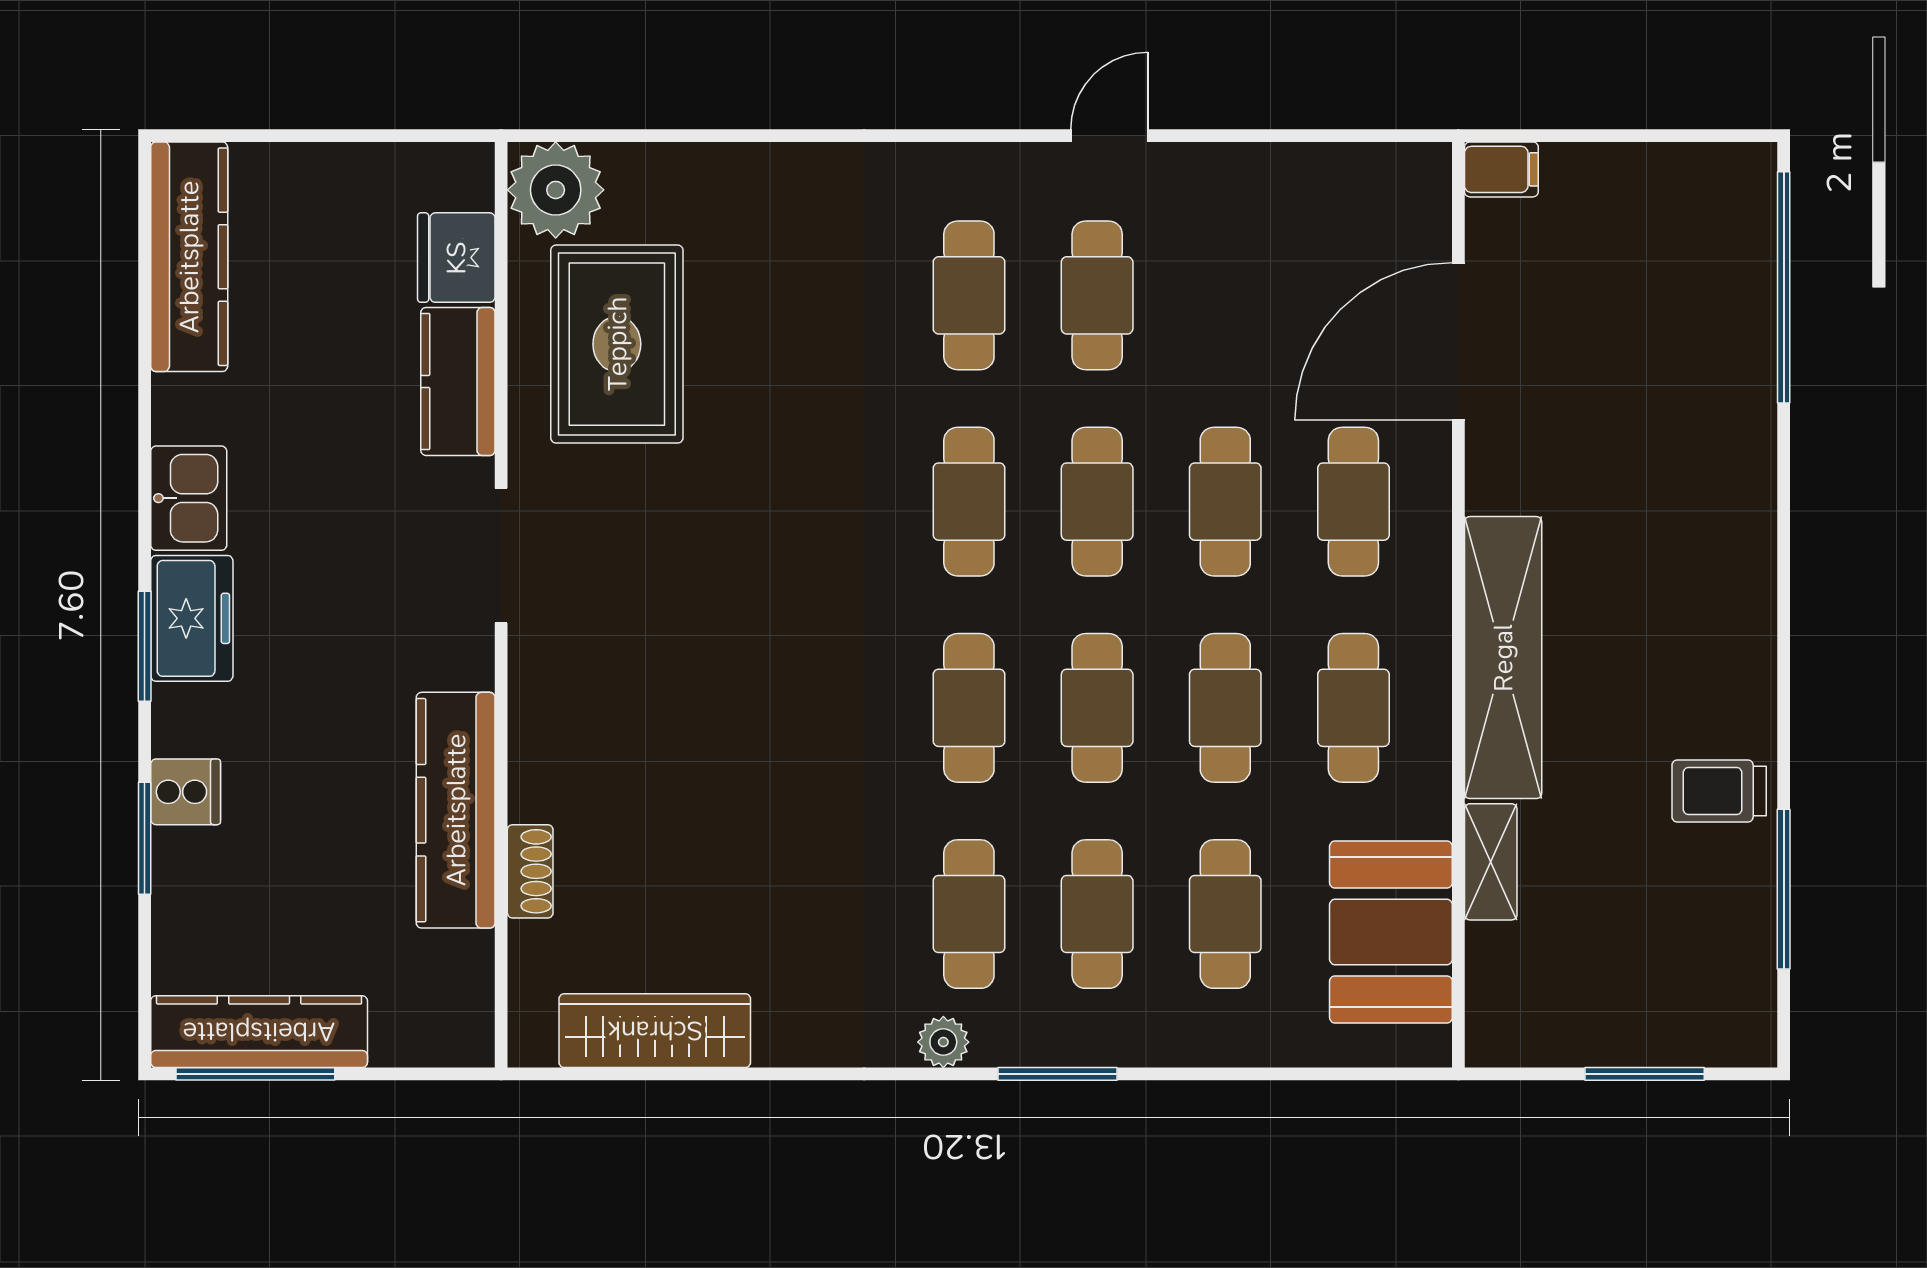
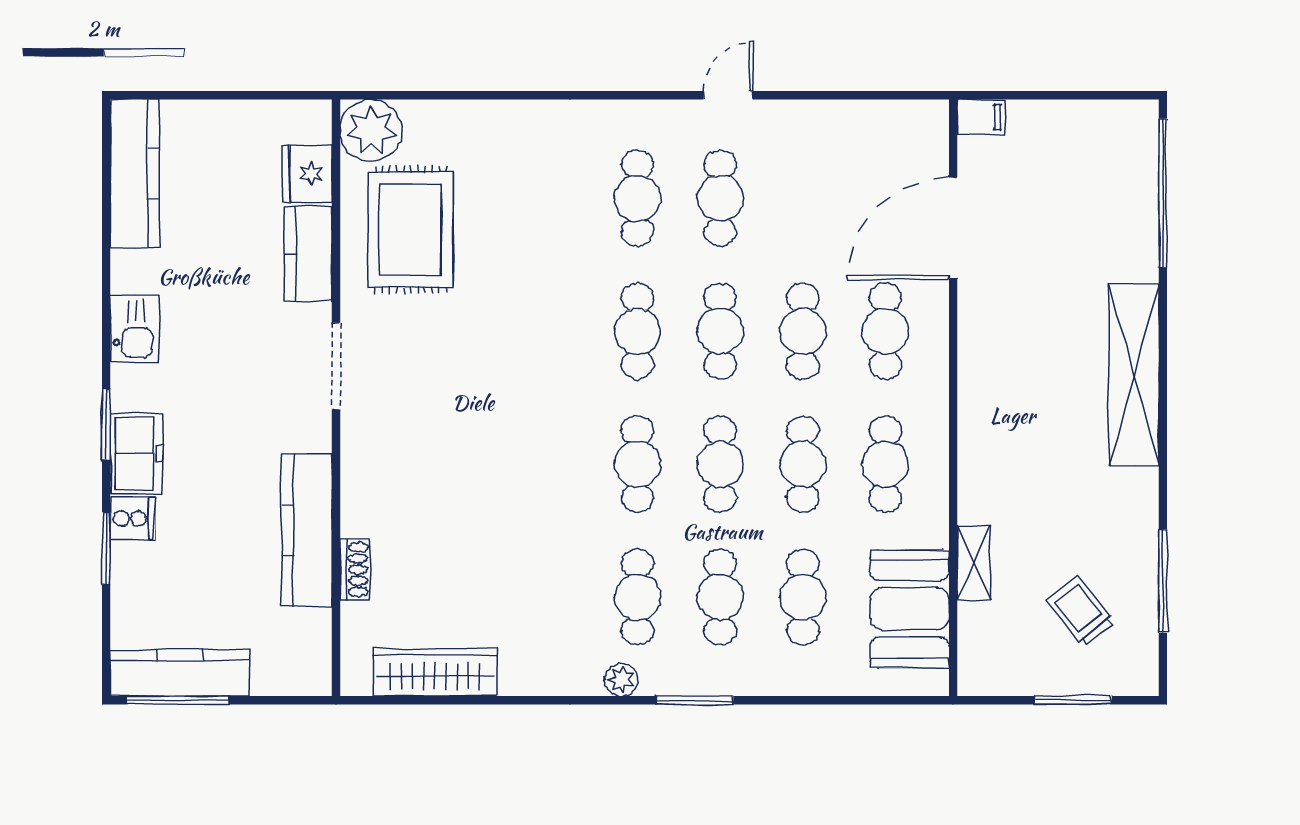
freezer: (192, 618) -> (137, 453), moved
shelving: (1503, 658) -> (1134, 375), moved
trolley: (1719, 791) -> (1081, 611), moved, turned 51

